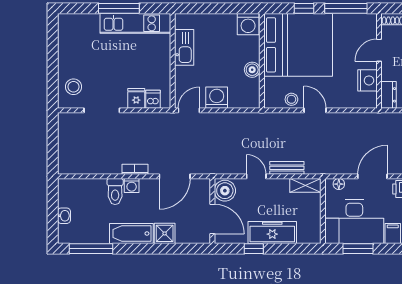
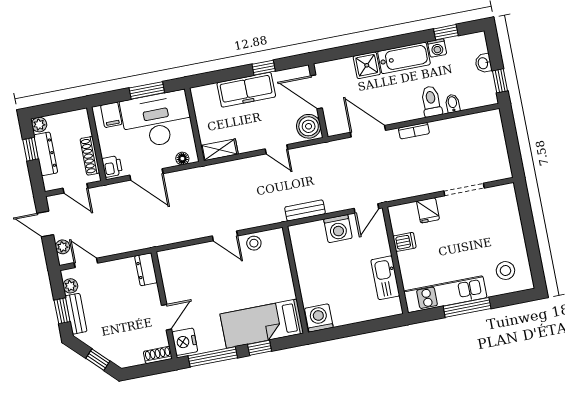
bed: (298, 45) -> (262, 324), width x0.49
boiler: (252, 70) -> (304, 268), removed
nightstand: (367, 80) -> (185, 342), moved
stool: (73, 87) -> (505, 271), moved
dishwasher: (153, 99) -> (405, 242), moved, turned -90
bench: (287, 168) -> (305, 210), moved
door: (175, 176) -> (368, 131), hinge flipped
door: (372, 176) -> (146, 174), hinge flipped
bidet: (97, 186) -> (453, 103), added
washing machine: (132, 186) -> (437, 48), moved, turned 180
window: (53, 198) -> (500, 81), added
window: (91, 249) -> (446, 32), width x0.46

